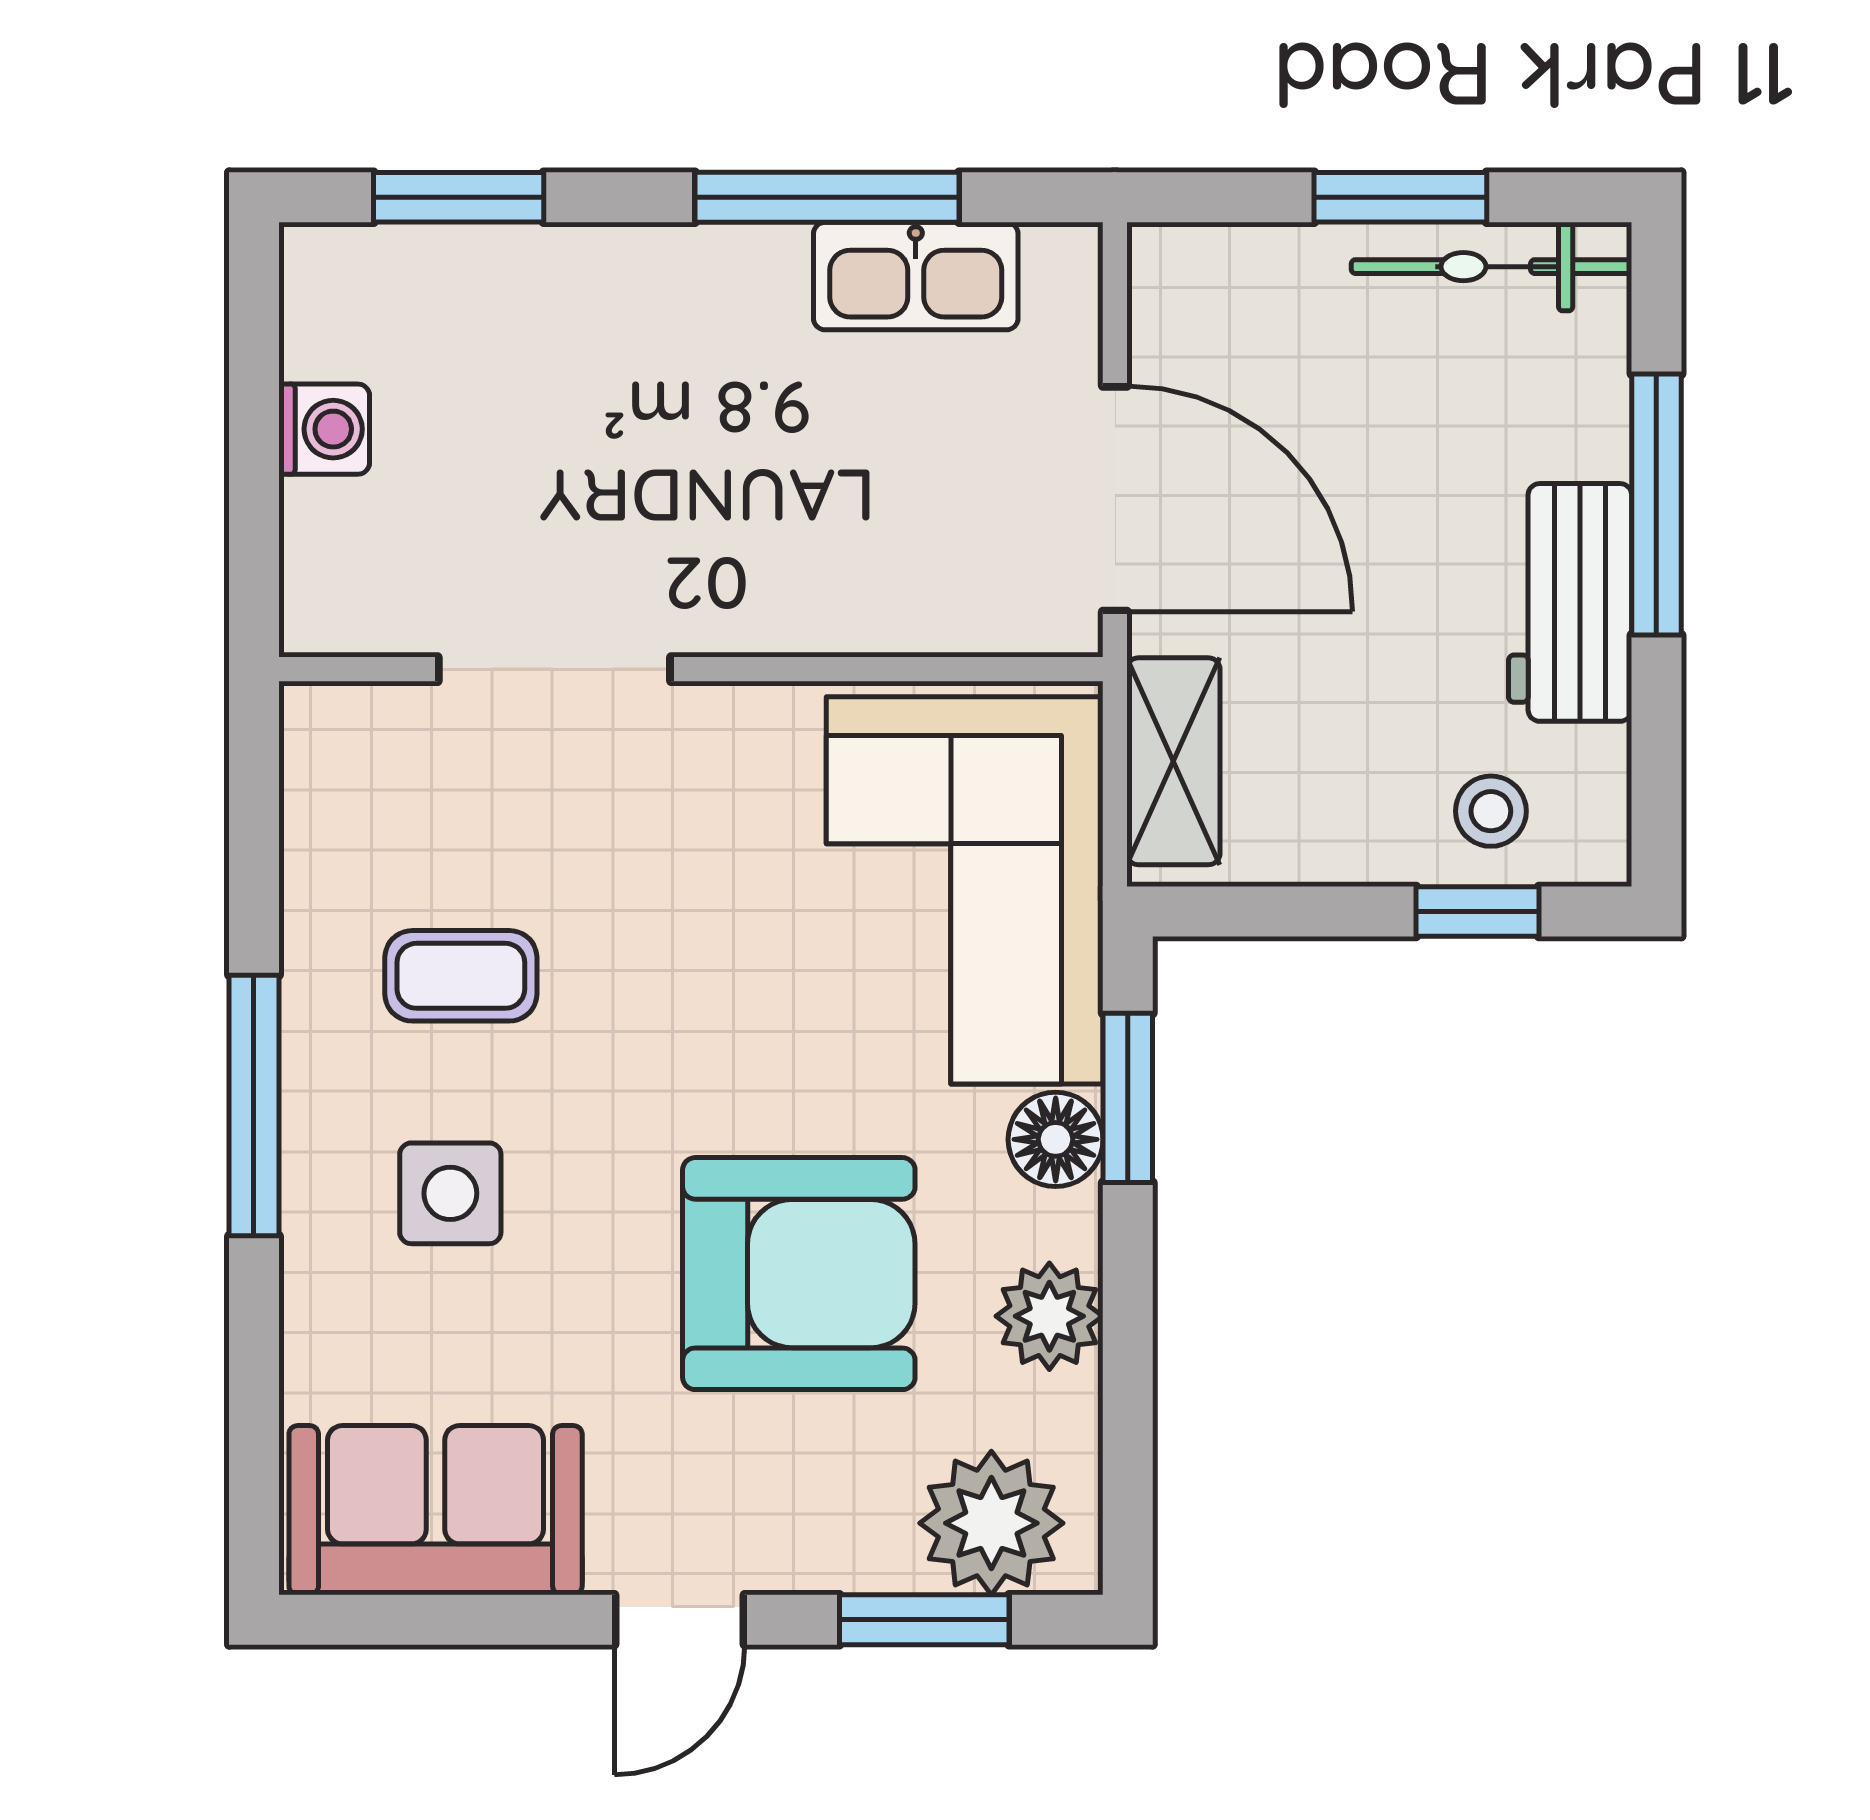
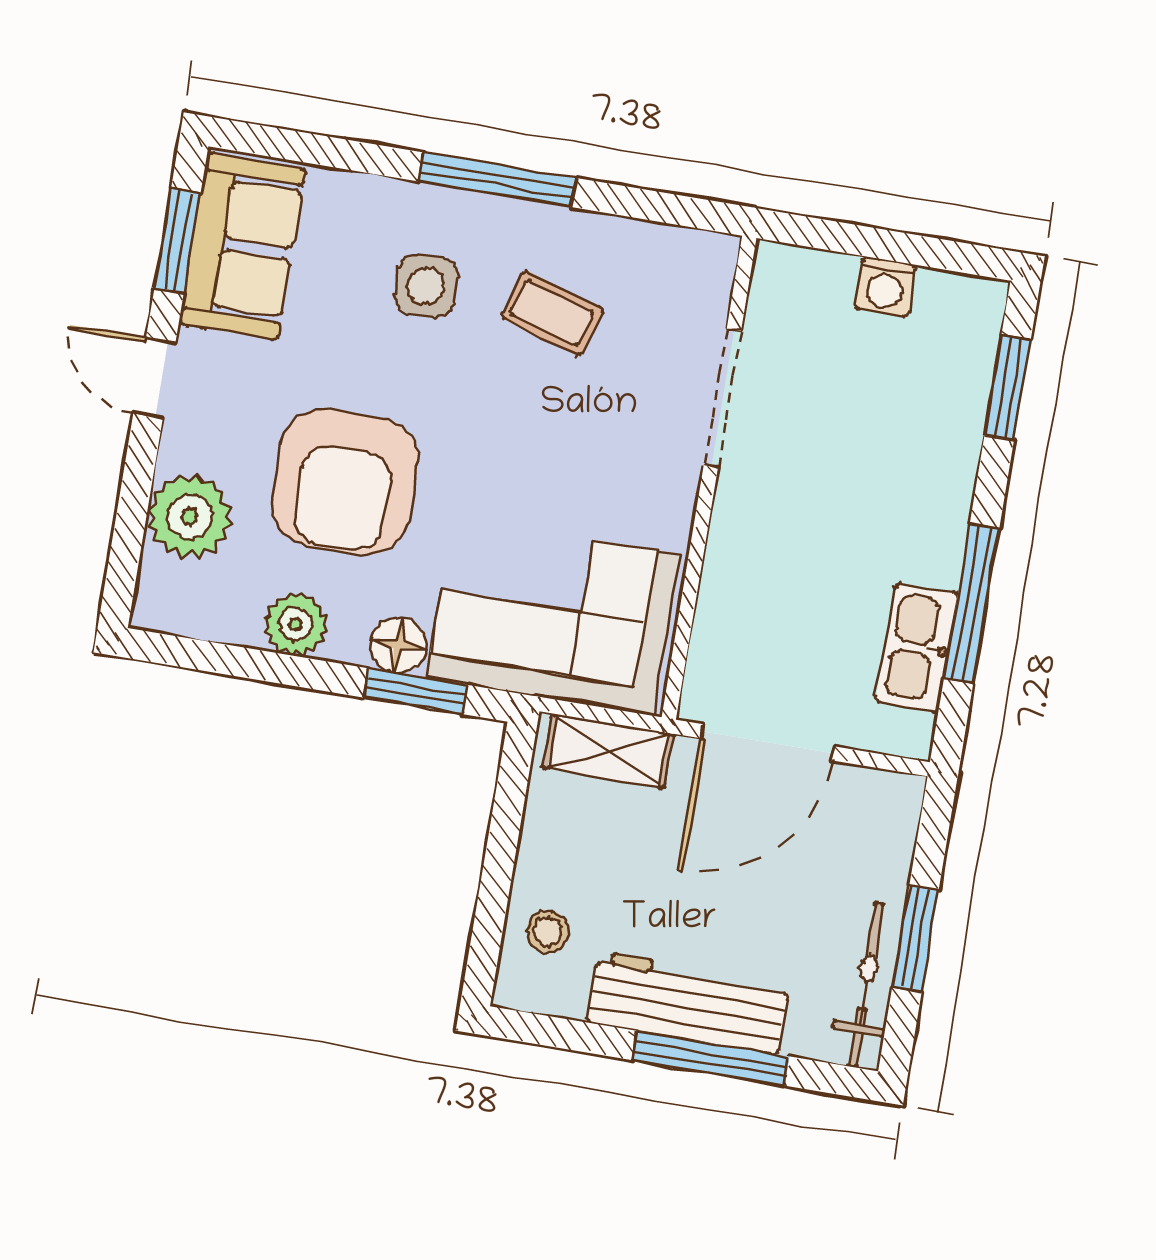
workbench: (1570, 602) -> (688, 1003), width x1.38
window: (1477, 911) -> (490, 914), removed
coffee table: (461, 976) -> (552, 313), turned -73
plant: (991, 1523) -> (189, 516), moved
window: (924, 1620) -> (177, 241), moved

